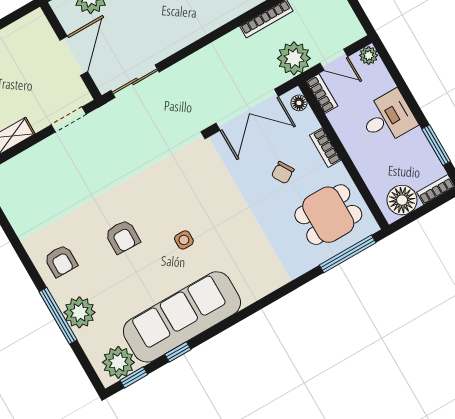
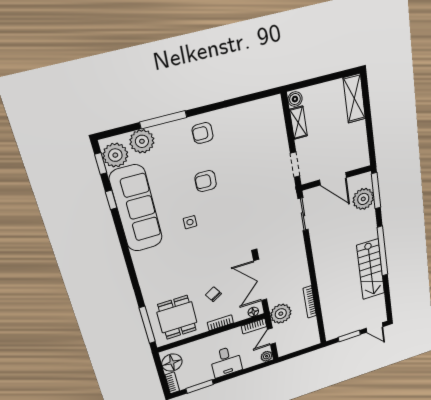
plant: (79, 312) -> (142, 141), moved

